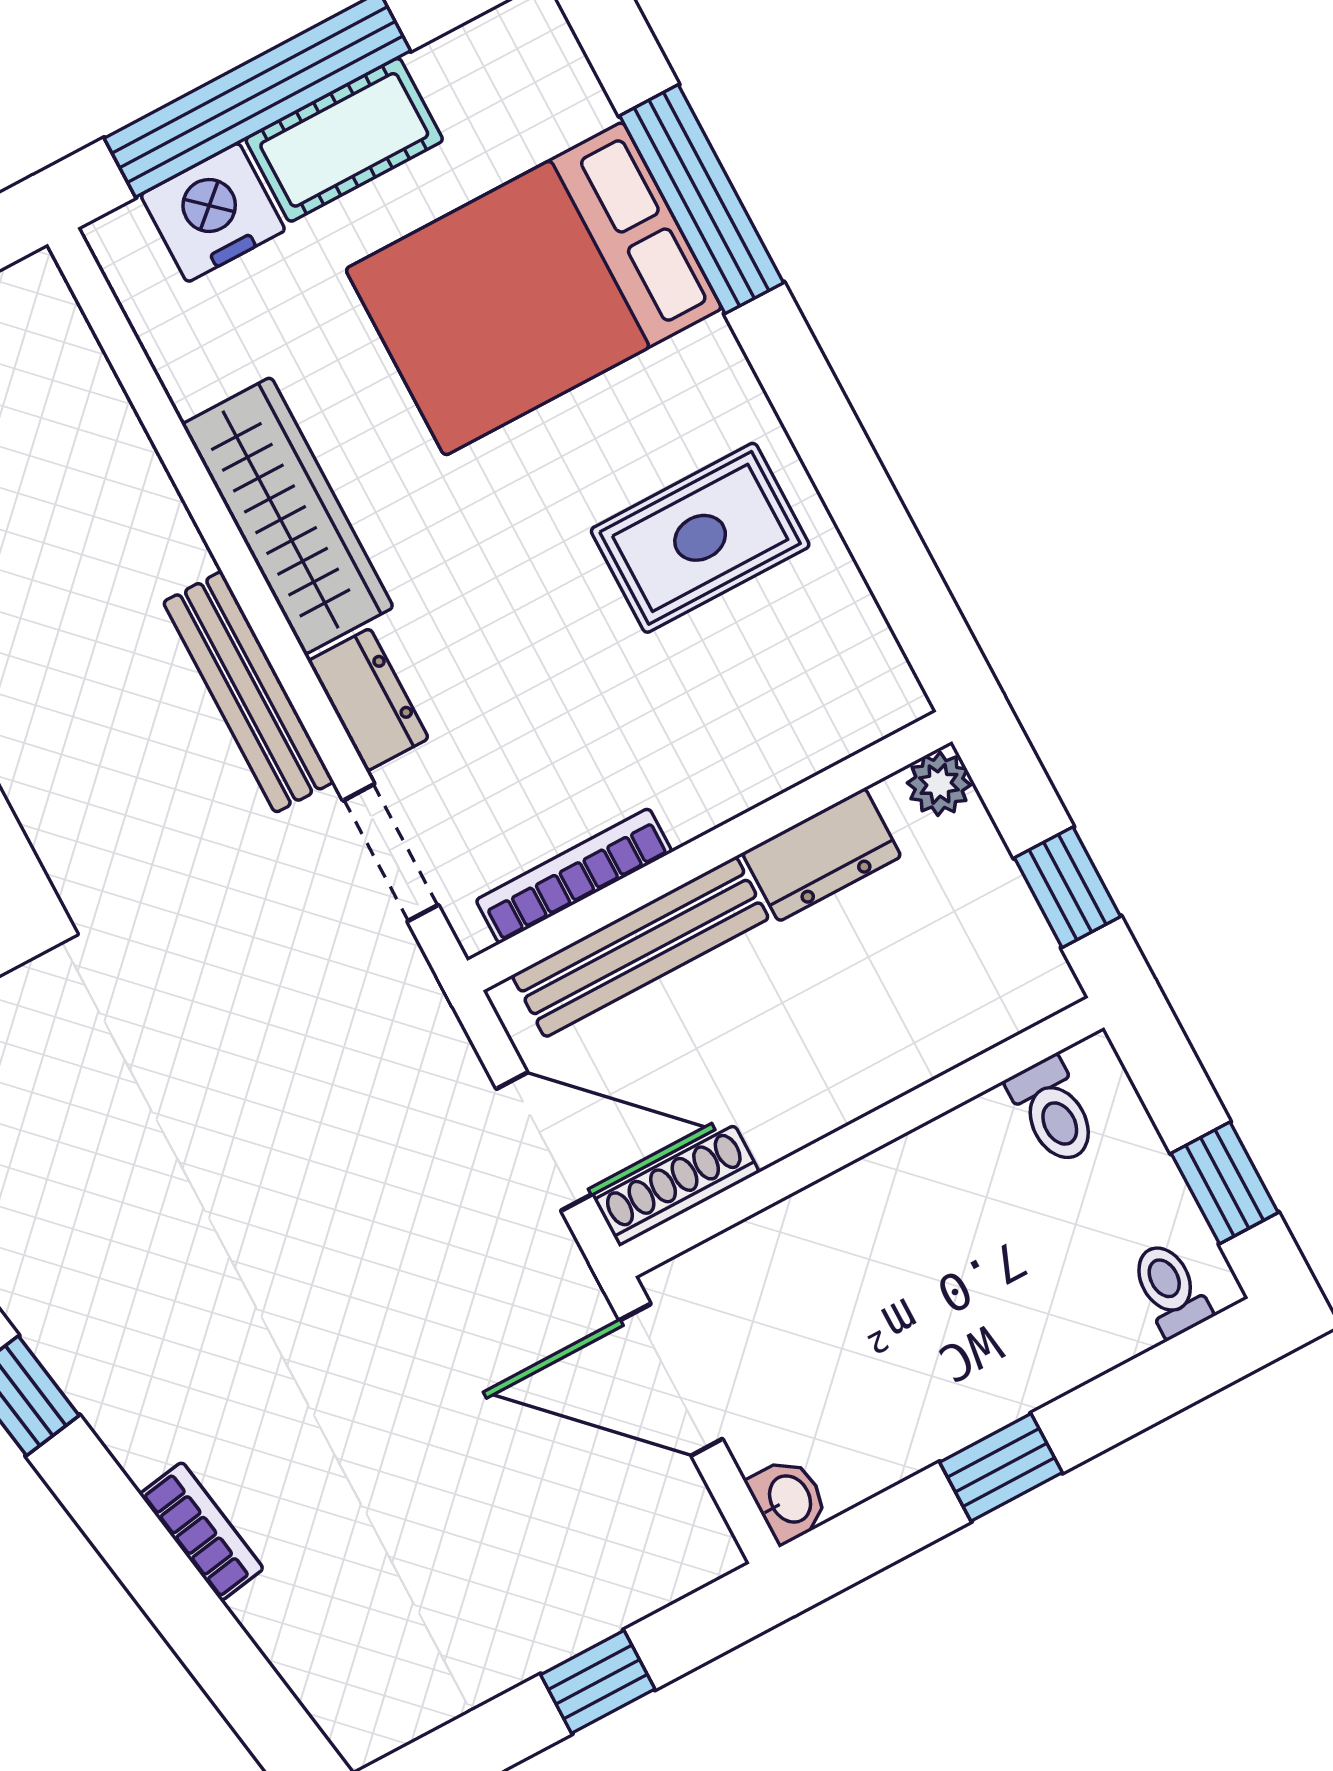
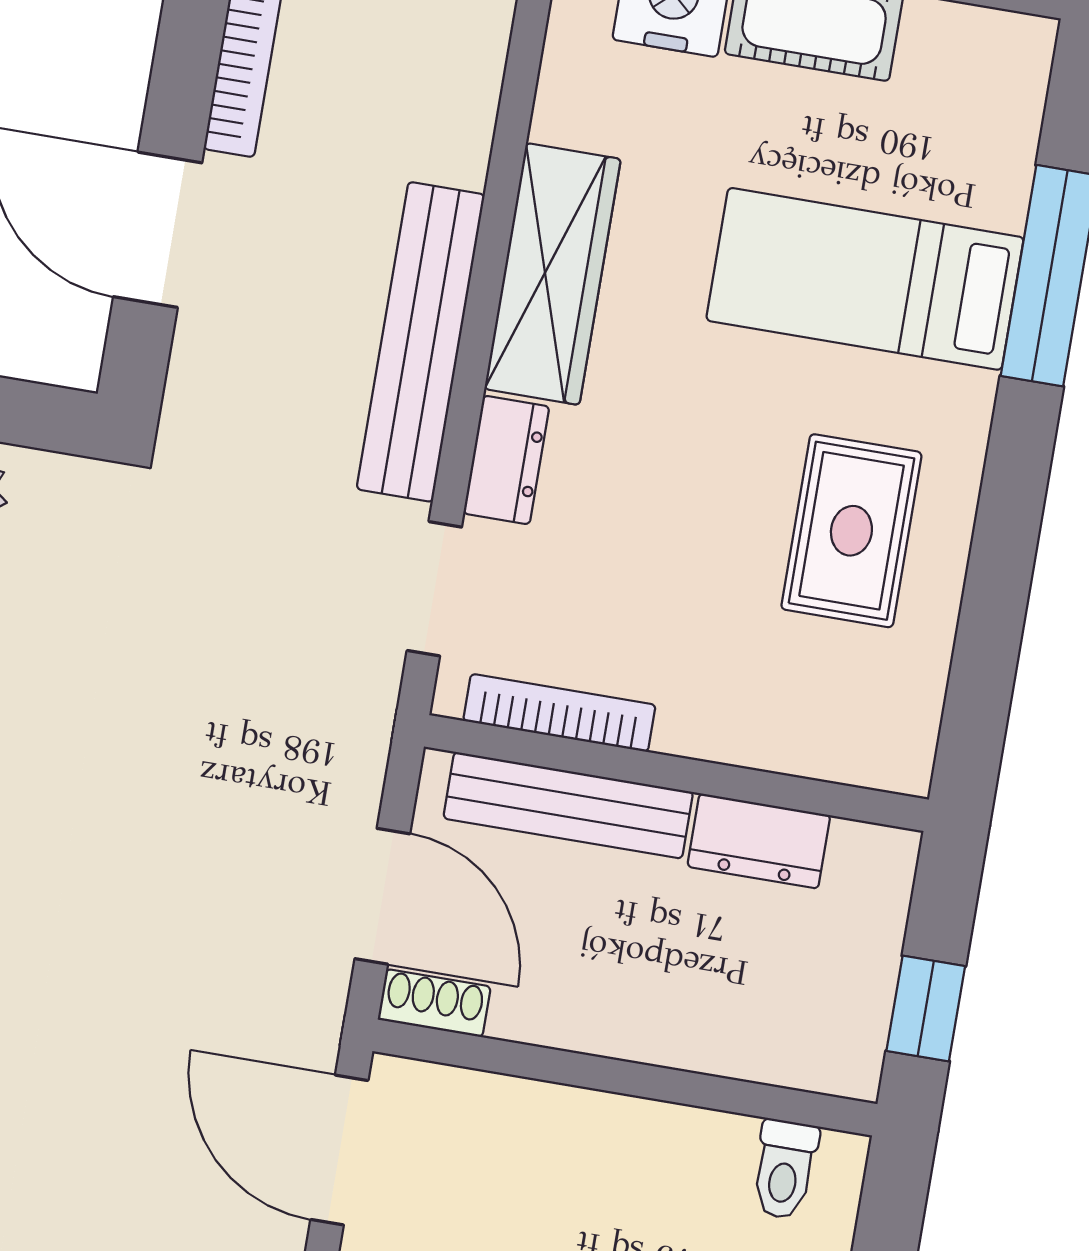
bed: (534, 289) -> (865, 279), width x0.67
rug: (700, 538) -> (851, 531), turned 90
bench: (248, 692) -> (421, 342), width x1.37, depth x1.21
plant: (939, 784) -> (889, 856), removed
shoe rack: (677, 1186) -> (434, 1003), width x0.70

